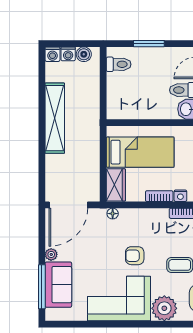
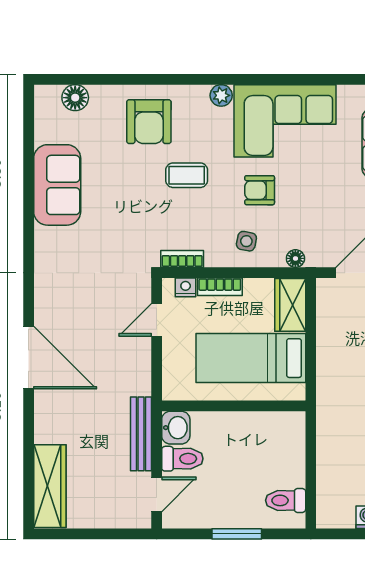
boiler: (84, 54) -> (342, 517), removed
side table: (143, 224) -> (246, 241), added
armchair: (135, 256) -> (260, 190), turned 180
plant: (164, 308) -> (221, 95), width x0.53, depth x0.53

